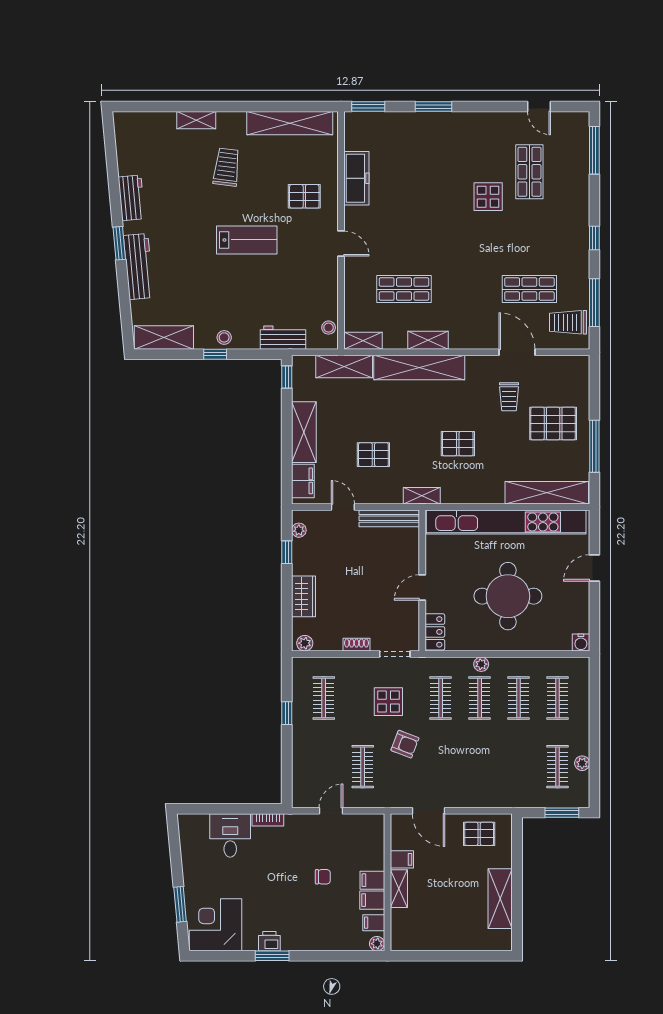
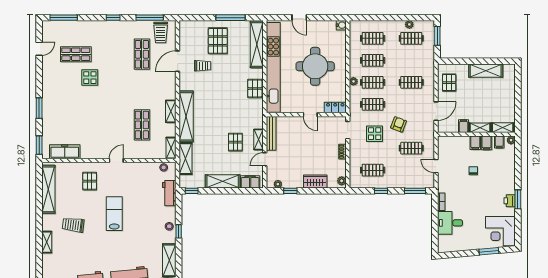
freezer: (356, 178) -> (65, 152), moved
pallet: (458, 444) -> (255, 89), moved
shelving: (422, 496) -> (259, 139), moved
clothes rail: (480, 767) -> (411, 82), added
window: (287, 773) -> (415, 191), added
shelving: (399, 929) -> (503, 128), added

